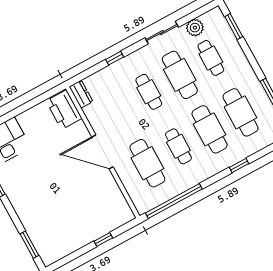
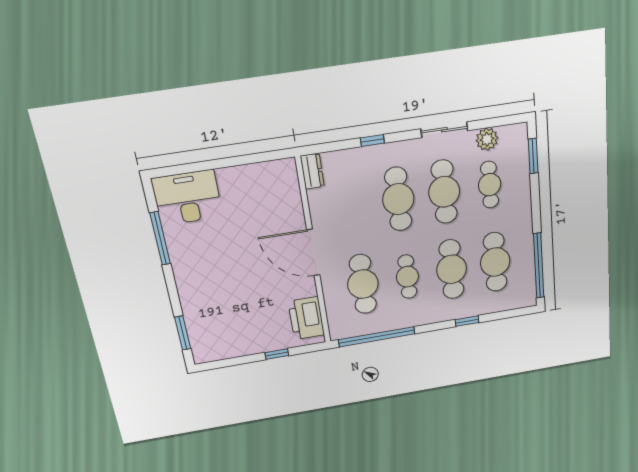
cafe table: (149, 92) -> (398, 199), width x1.37, depth x1.35
printer: (64, 110) -> (306, 318), moved

